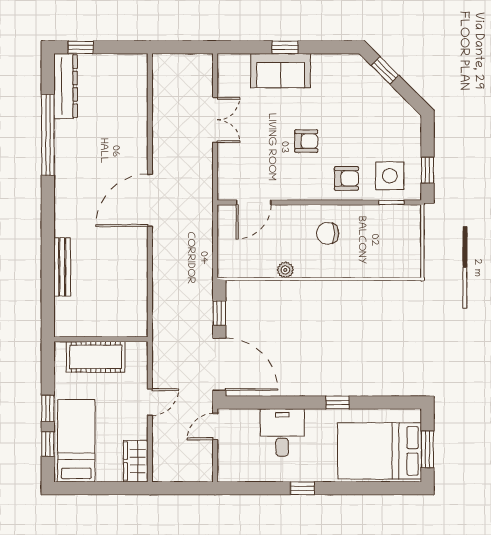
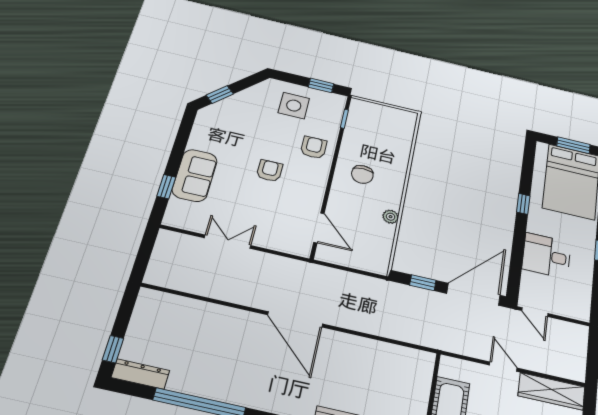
window: (285, 47) -> (166, 187), moved
dresser: (66, 86) -> (140, 374), width x0.73, depth x0.80
side table: (390, 176) -> (294, 106), moved
wardrobe: (136, 461) -> (552, 391), width x1.50

